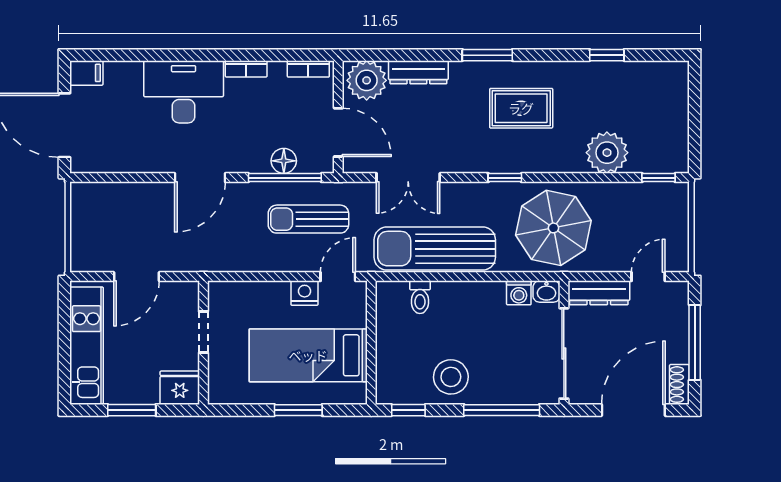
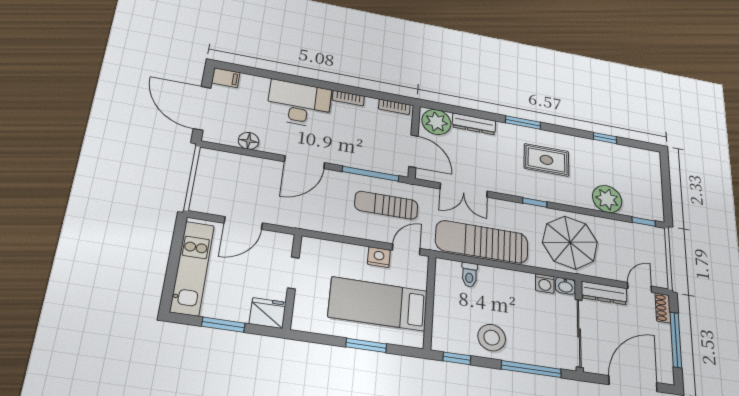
floor lamp: (284, 161) -> (249, 141), moved
shoe rack: (679, 385) -> (663, 308), moved

